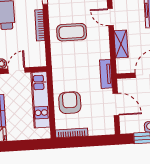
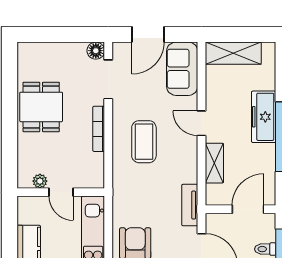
coffee table: (72, 32) -> (144, 142), turned 90
door: (16, 71) -> (61, 192), swing flipped

